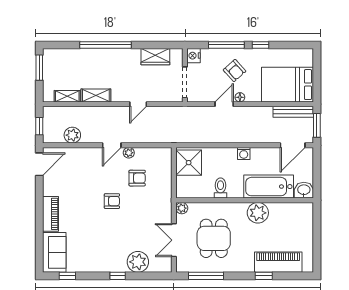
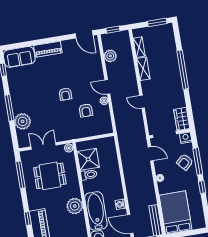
wardrobe: (155, 57) -> (182, 119), moved
armchair: (234, 71) -> (185, 162), moved
door: (224, 104) -> (151, 154), moved
washing machine: (244, 153) -> (121, 204), moved
shower: (189, 163) -> (88, 159), moved
window: (118, 276) -> (9, 108), width x2.17

